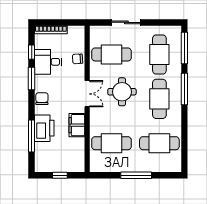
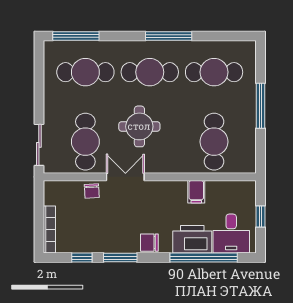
sliding door: (126, 22) -> (39, 145), moved
desk: (48, 62) -> (231, 234), moved
window: (184, 89) -> (169, 36), moved
double door: (87, 94) -> (125, 177), moved
filing cabinet: (77, 125) -> (196, 192), width x0.50
window: (32, 136) -> (204, 258), width x1.46
cafe table: (159, 143) -> (214, 72), turned 90

